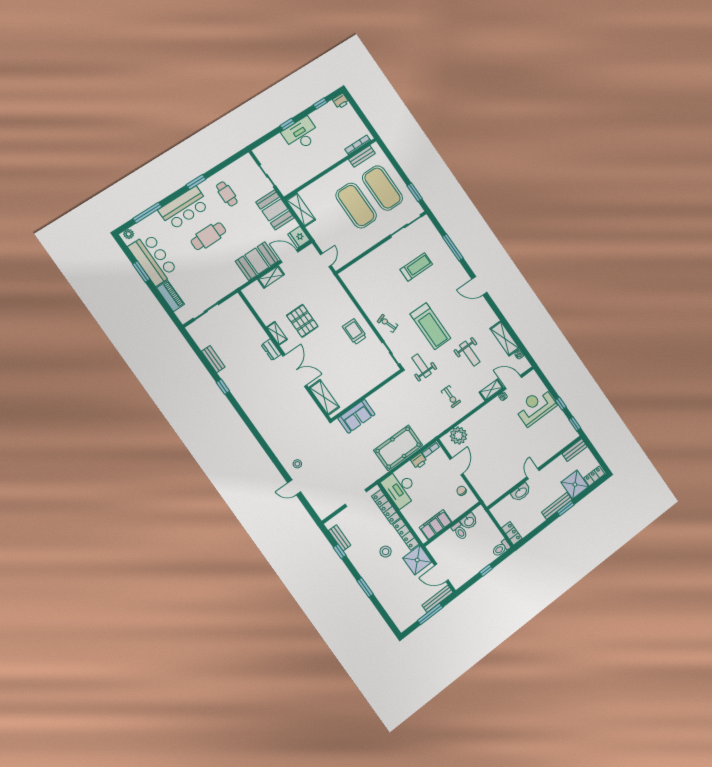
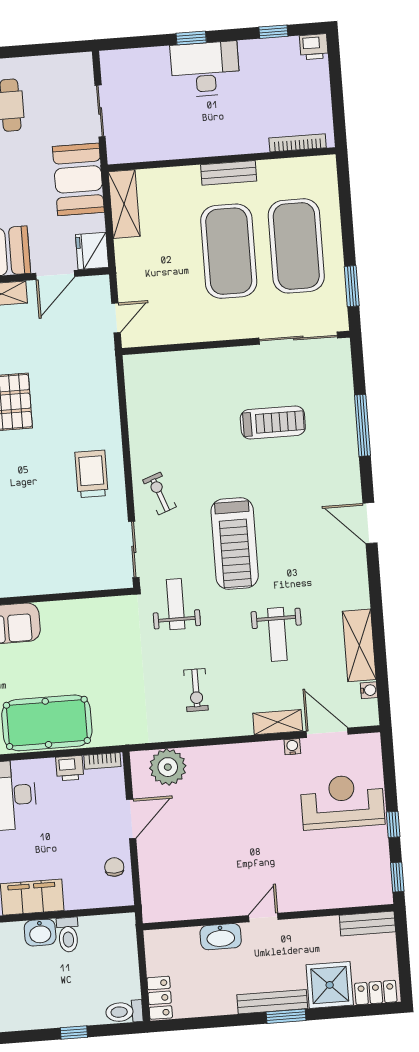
bench: (362, 156) -> (229, 173), moved
door: (289, 256) -> (55, 275), swing flipped
washbasin: (469, 521) -> (40, 933), moved

